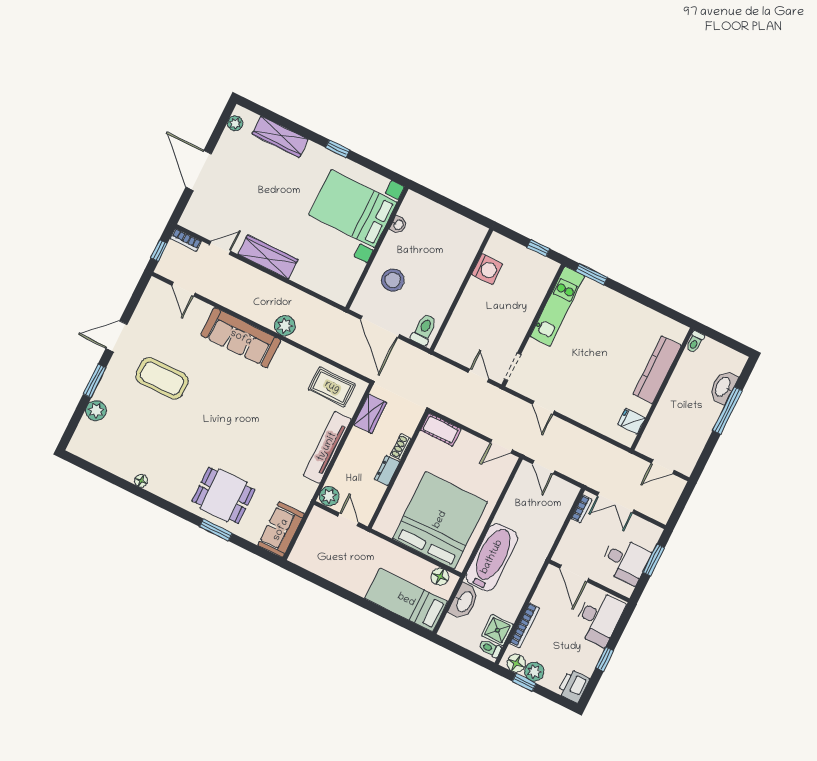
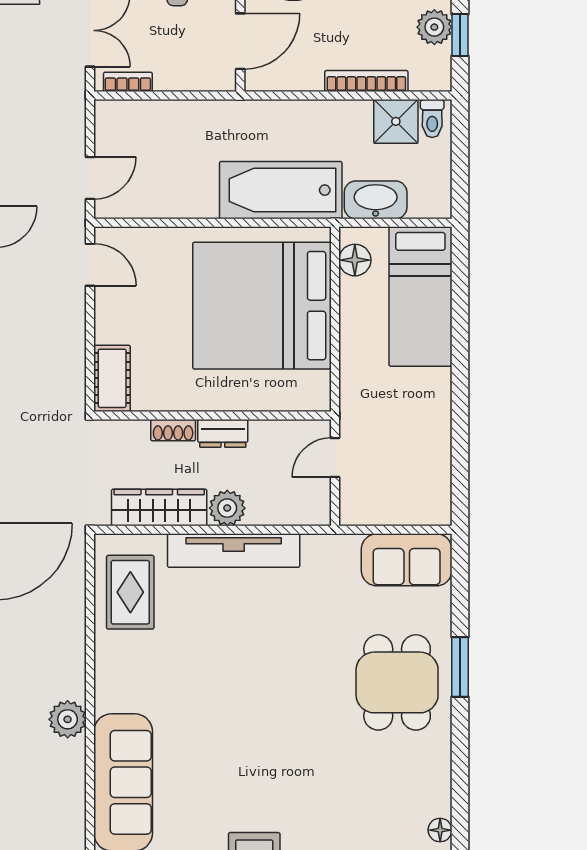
wardrobe: (370, 414) -> (159, 507), width x1.50
plant: (329, 496) -> (227, 508), moved
floor lamp: (516, 663) -> (435, 64), removed

